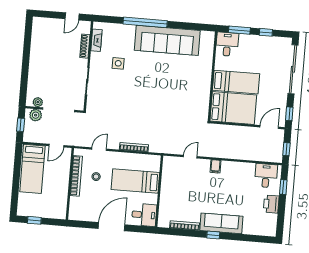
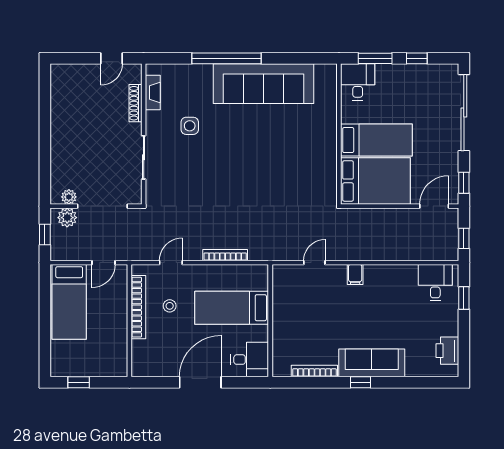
printer: (271, 204) -> (447, 351), moved

